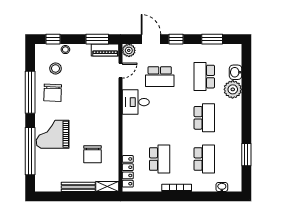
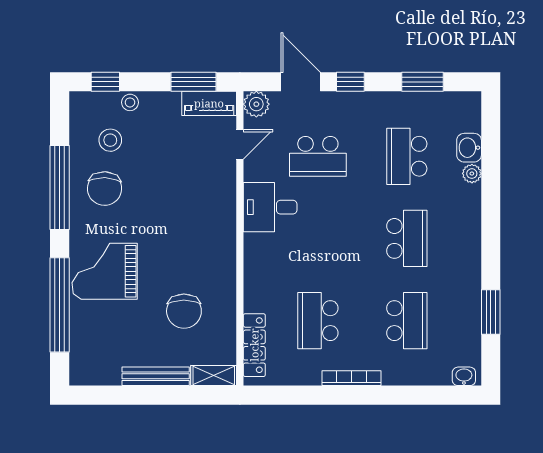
plant: (233, 89) -> (472, 174), width x0.53, depth x0.53
school desk: (160, 159) -> (318, 321), turned 180
washbasin: (222, 187) -> (464, 376), moved

